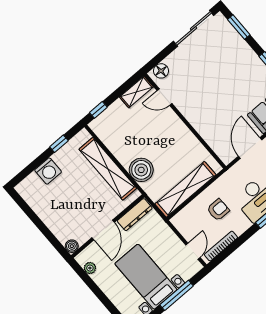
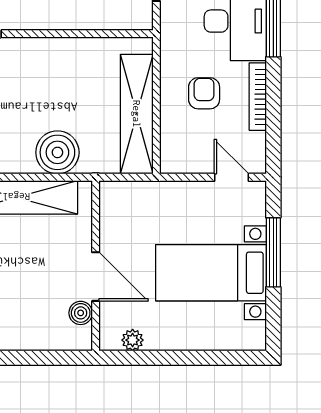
dresser: (135, 215) -> (112, 214), removed
boiler: (72, 246) -> (81, 313), moved
bookcase: (221, 246) -> (258, 97), moved

